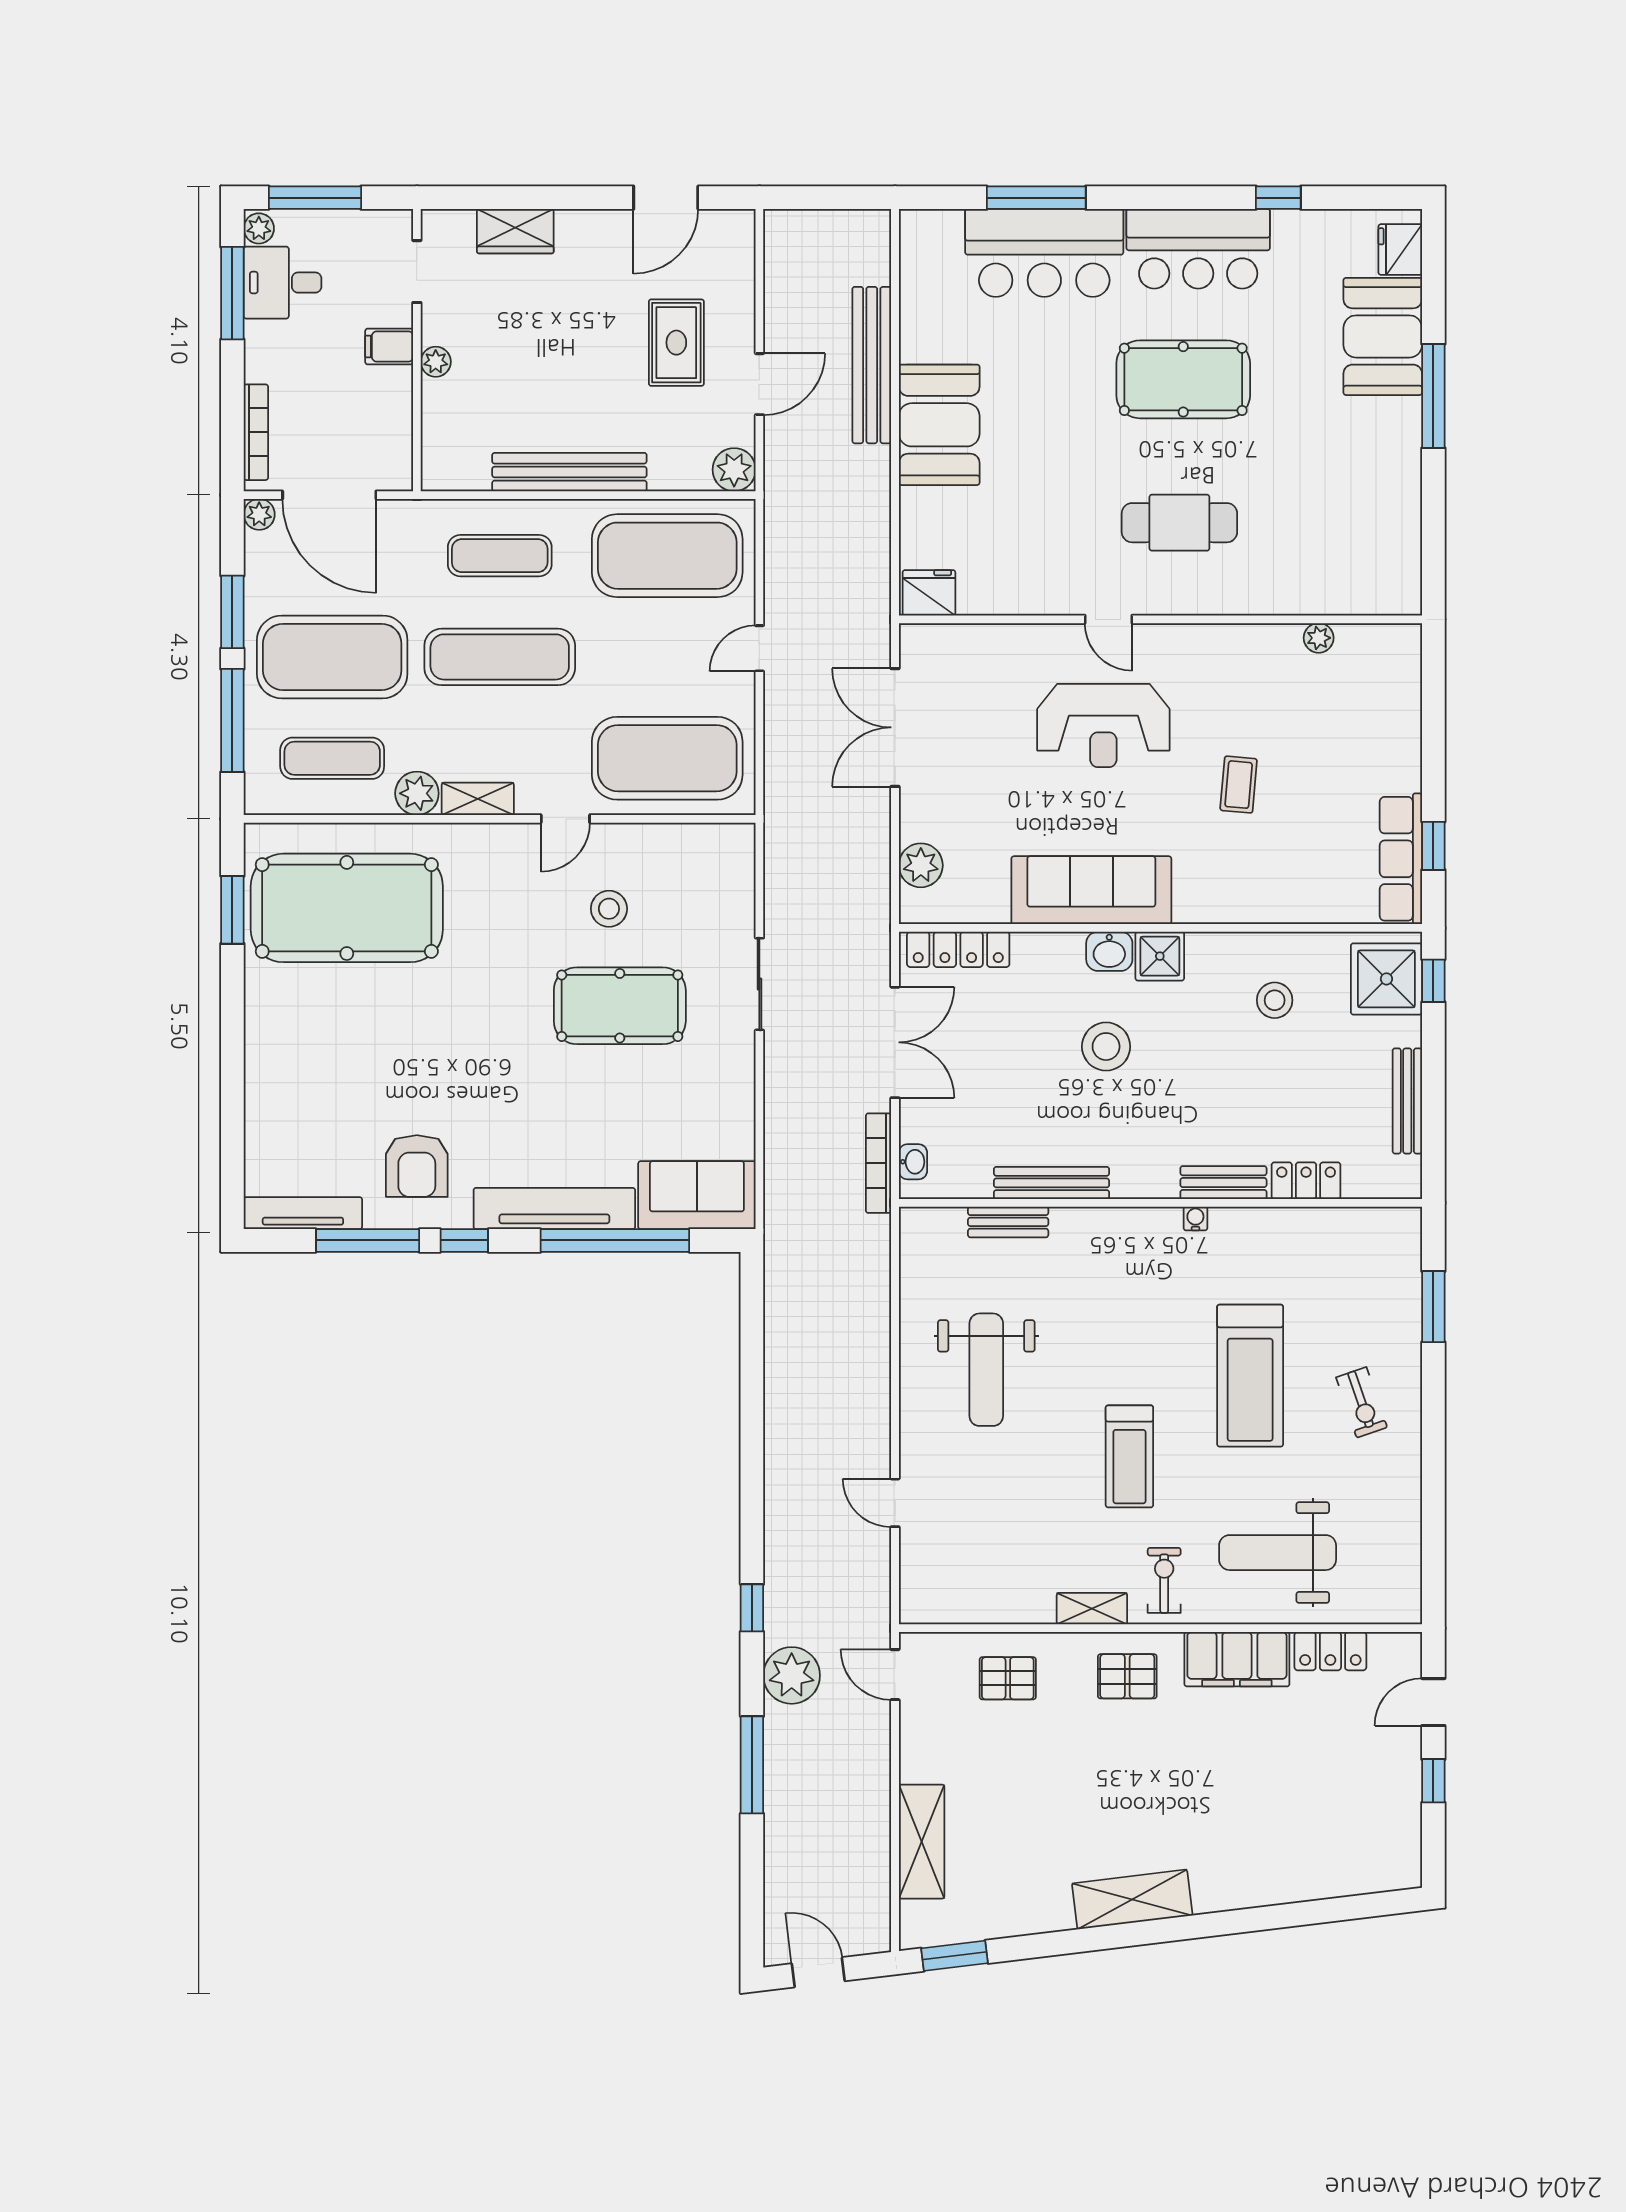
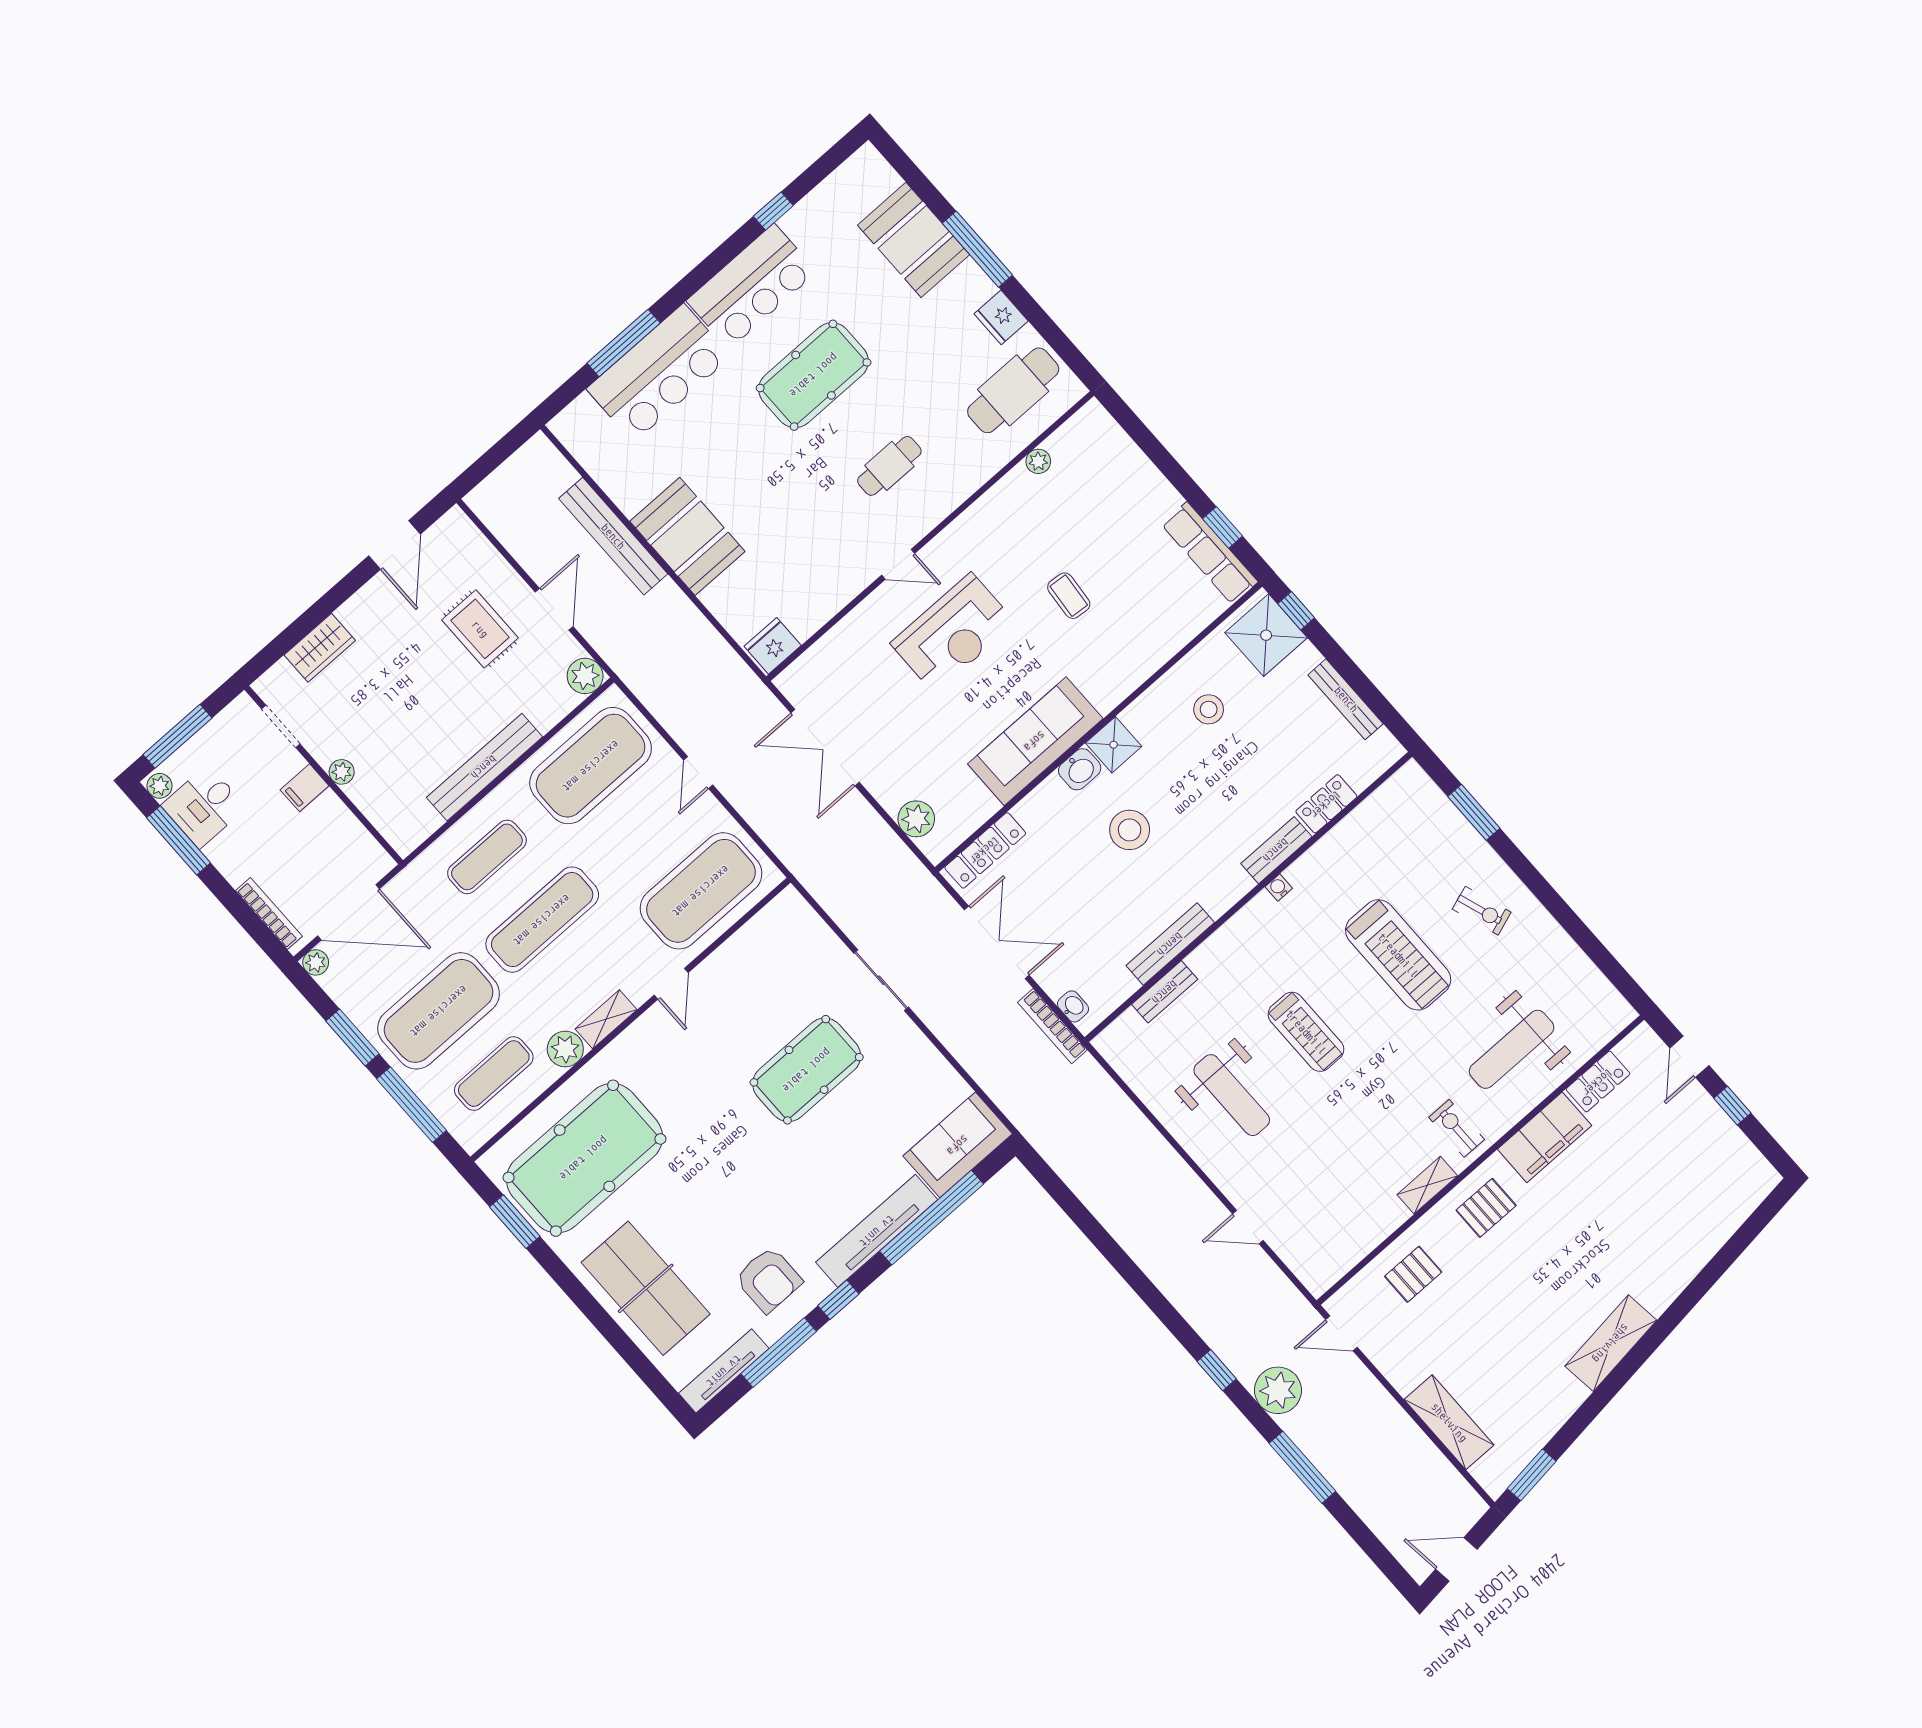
fridge: (1400, 250) -> (1001, 317), moved
cafe table: (1179, 523) -> (889, 466), width x0.73, depth x0.74
cafe table: (1353, 553) -> (1013, 390), added
stool: (609, 909) -> (747, 1016), removed
table tennis table: (298, 1075) -> (646, 1288), added
treadmill: (1129, 1456) -> (1306, 1032), moved

